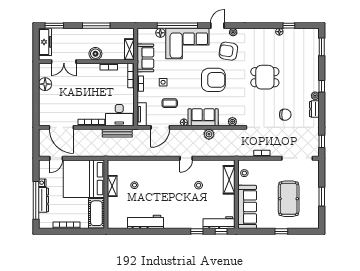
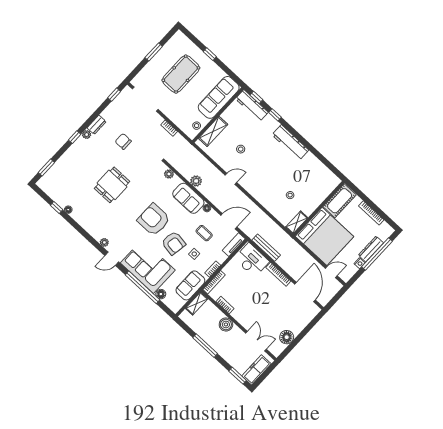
armchair: (228, 51) -> (174, 243), moved
dining table: (265, 77) -> (112, 185), turned 90
shelving: (112, 186) -> (297, 223), moved
workbench: (145, 222) -> (290, 142), moved

